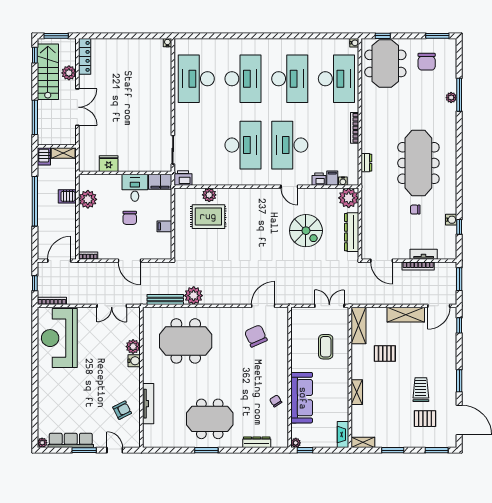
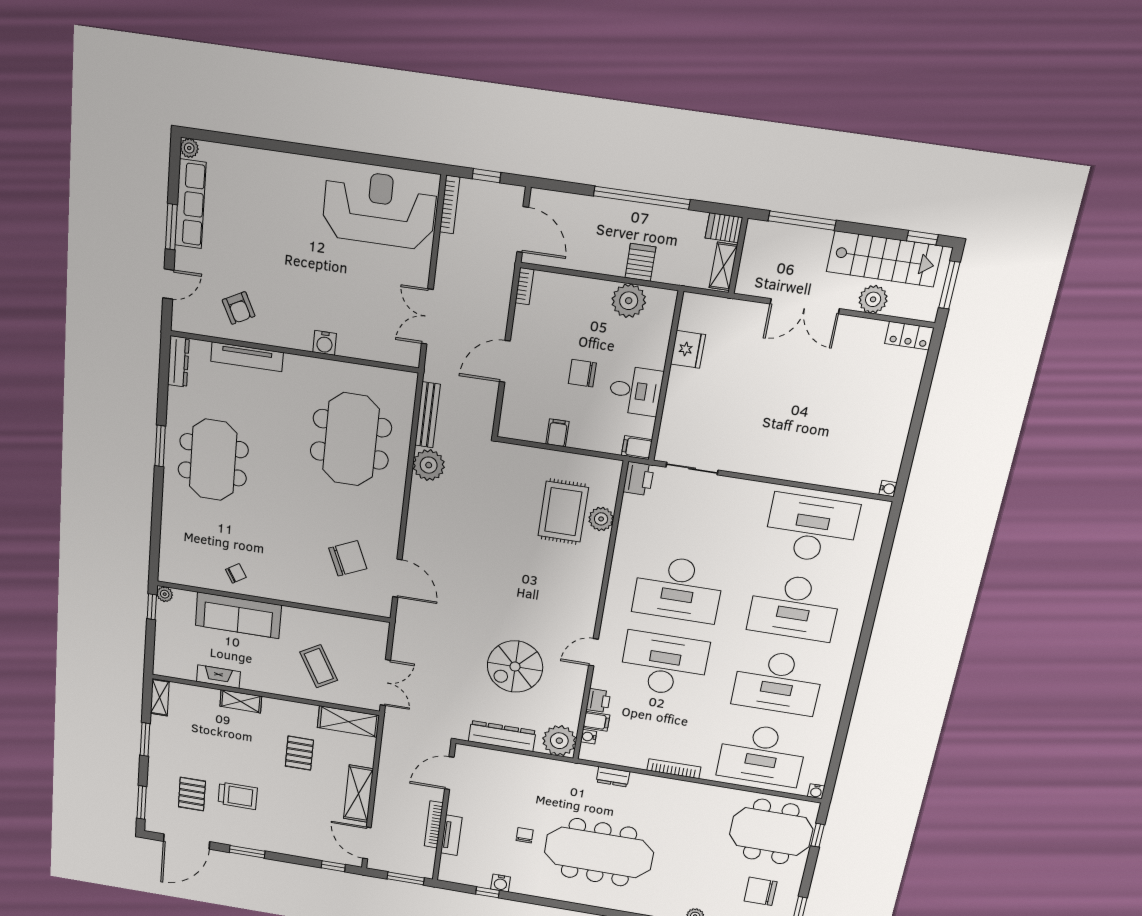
locker: (85, 56) -> (909, 336), width x0.66
filing cabinet: (160, 182) -> (637, 448), width x0.50
plant: (133, 347) -> (350, 345), removed
coffee table: (326, 347) -> (319, 666), turned 60
fireplace: (343, 435) -> (218, 677), moved
dresser: (257, 442) -> (178, 362), moved

